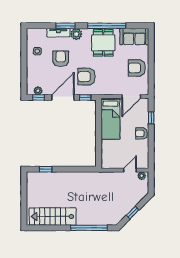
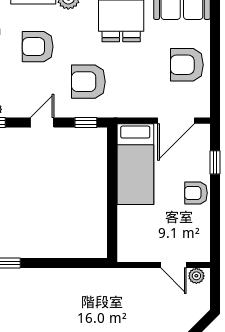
armchair: (61, 59) -> (38, 47), turned -90
door: (63, 97) -> (42, 123), width x0.53
door: (130, 170) -> (174, 265), swing flipped

